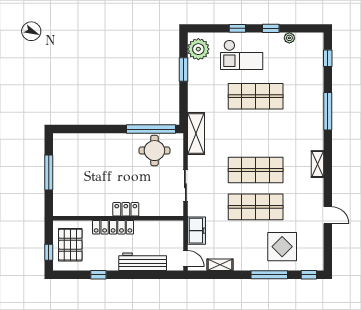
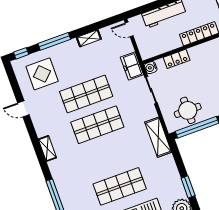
locker: (126, 209) -> (177, 59), moved
water cooler: (177, 210) -> (151, 68), added
freezer: (197, 231) -> (132, 66), moved
display table: (282, 247) -> (42, 74), moved
shelving: (220, 265) -> (89, 38), moved

